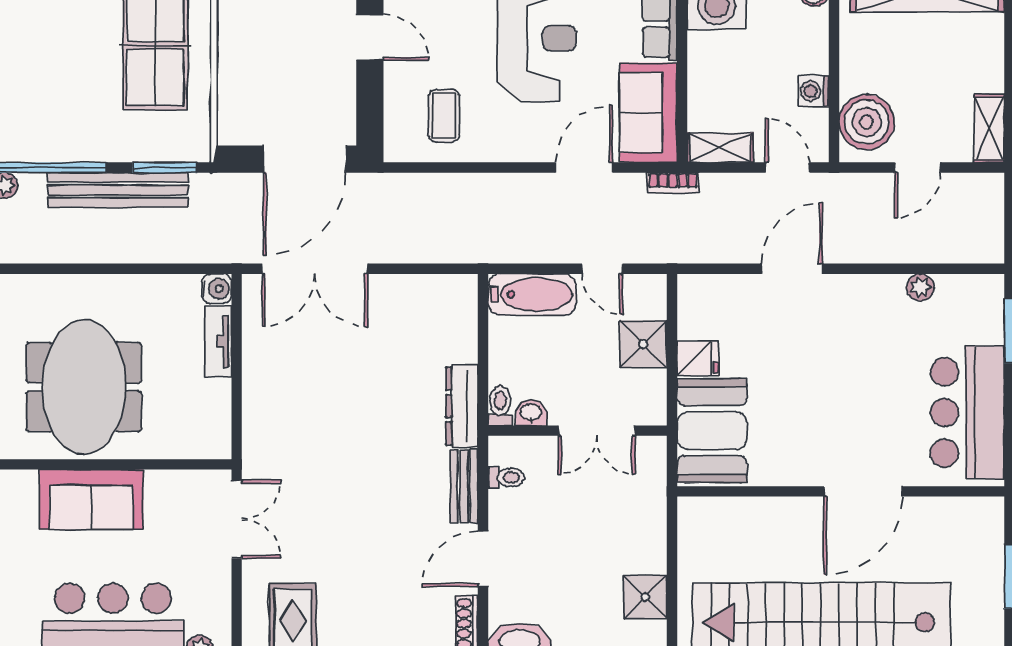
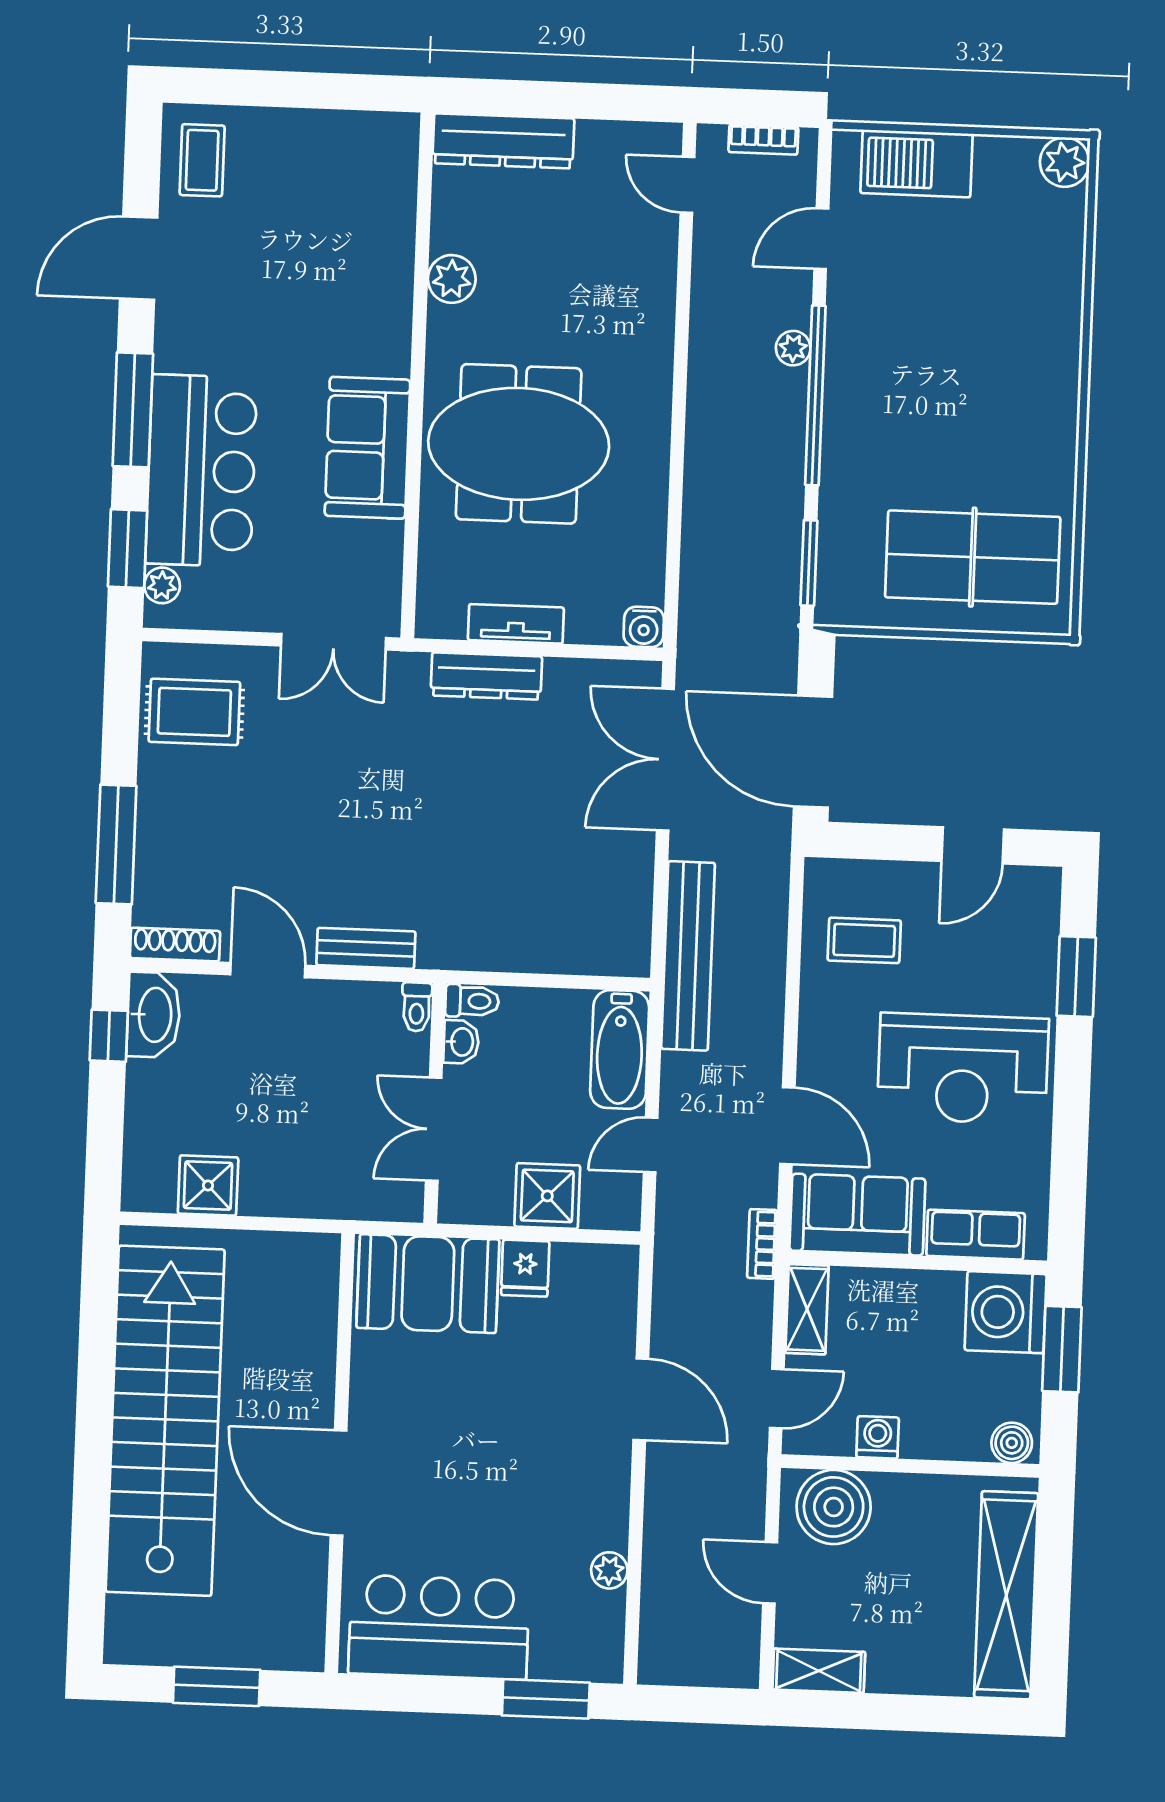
bench: (118, 190) -> (688, 956), moved
tv unit: (218, 342) -> (516, 624), moved
dresser: (462, 406) -> (486, 676), moved, turned 180
toilet: (506, 477) -> (417, 1007), moved

